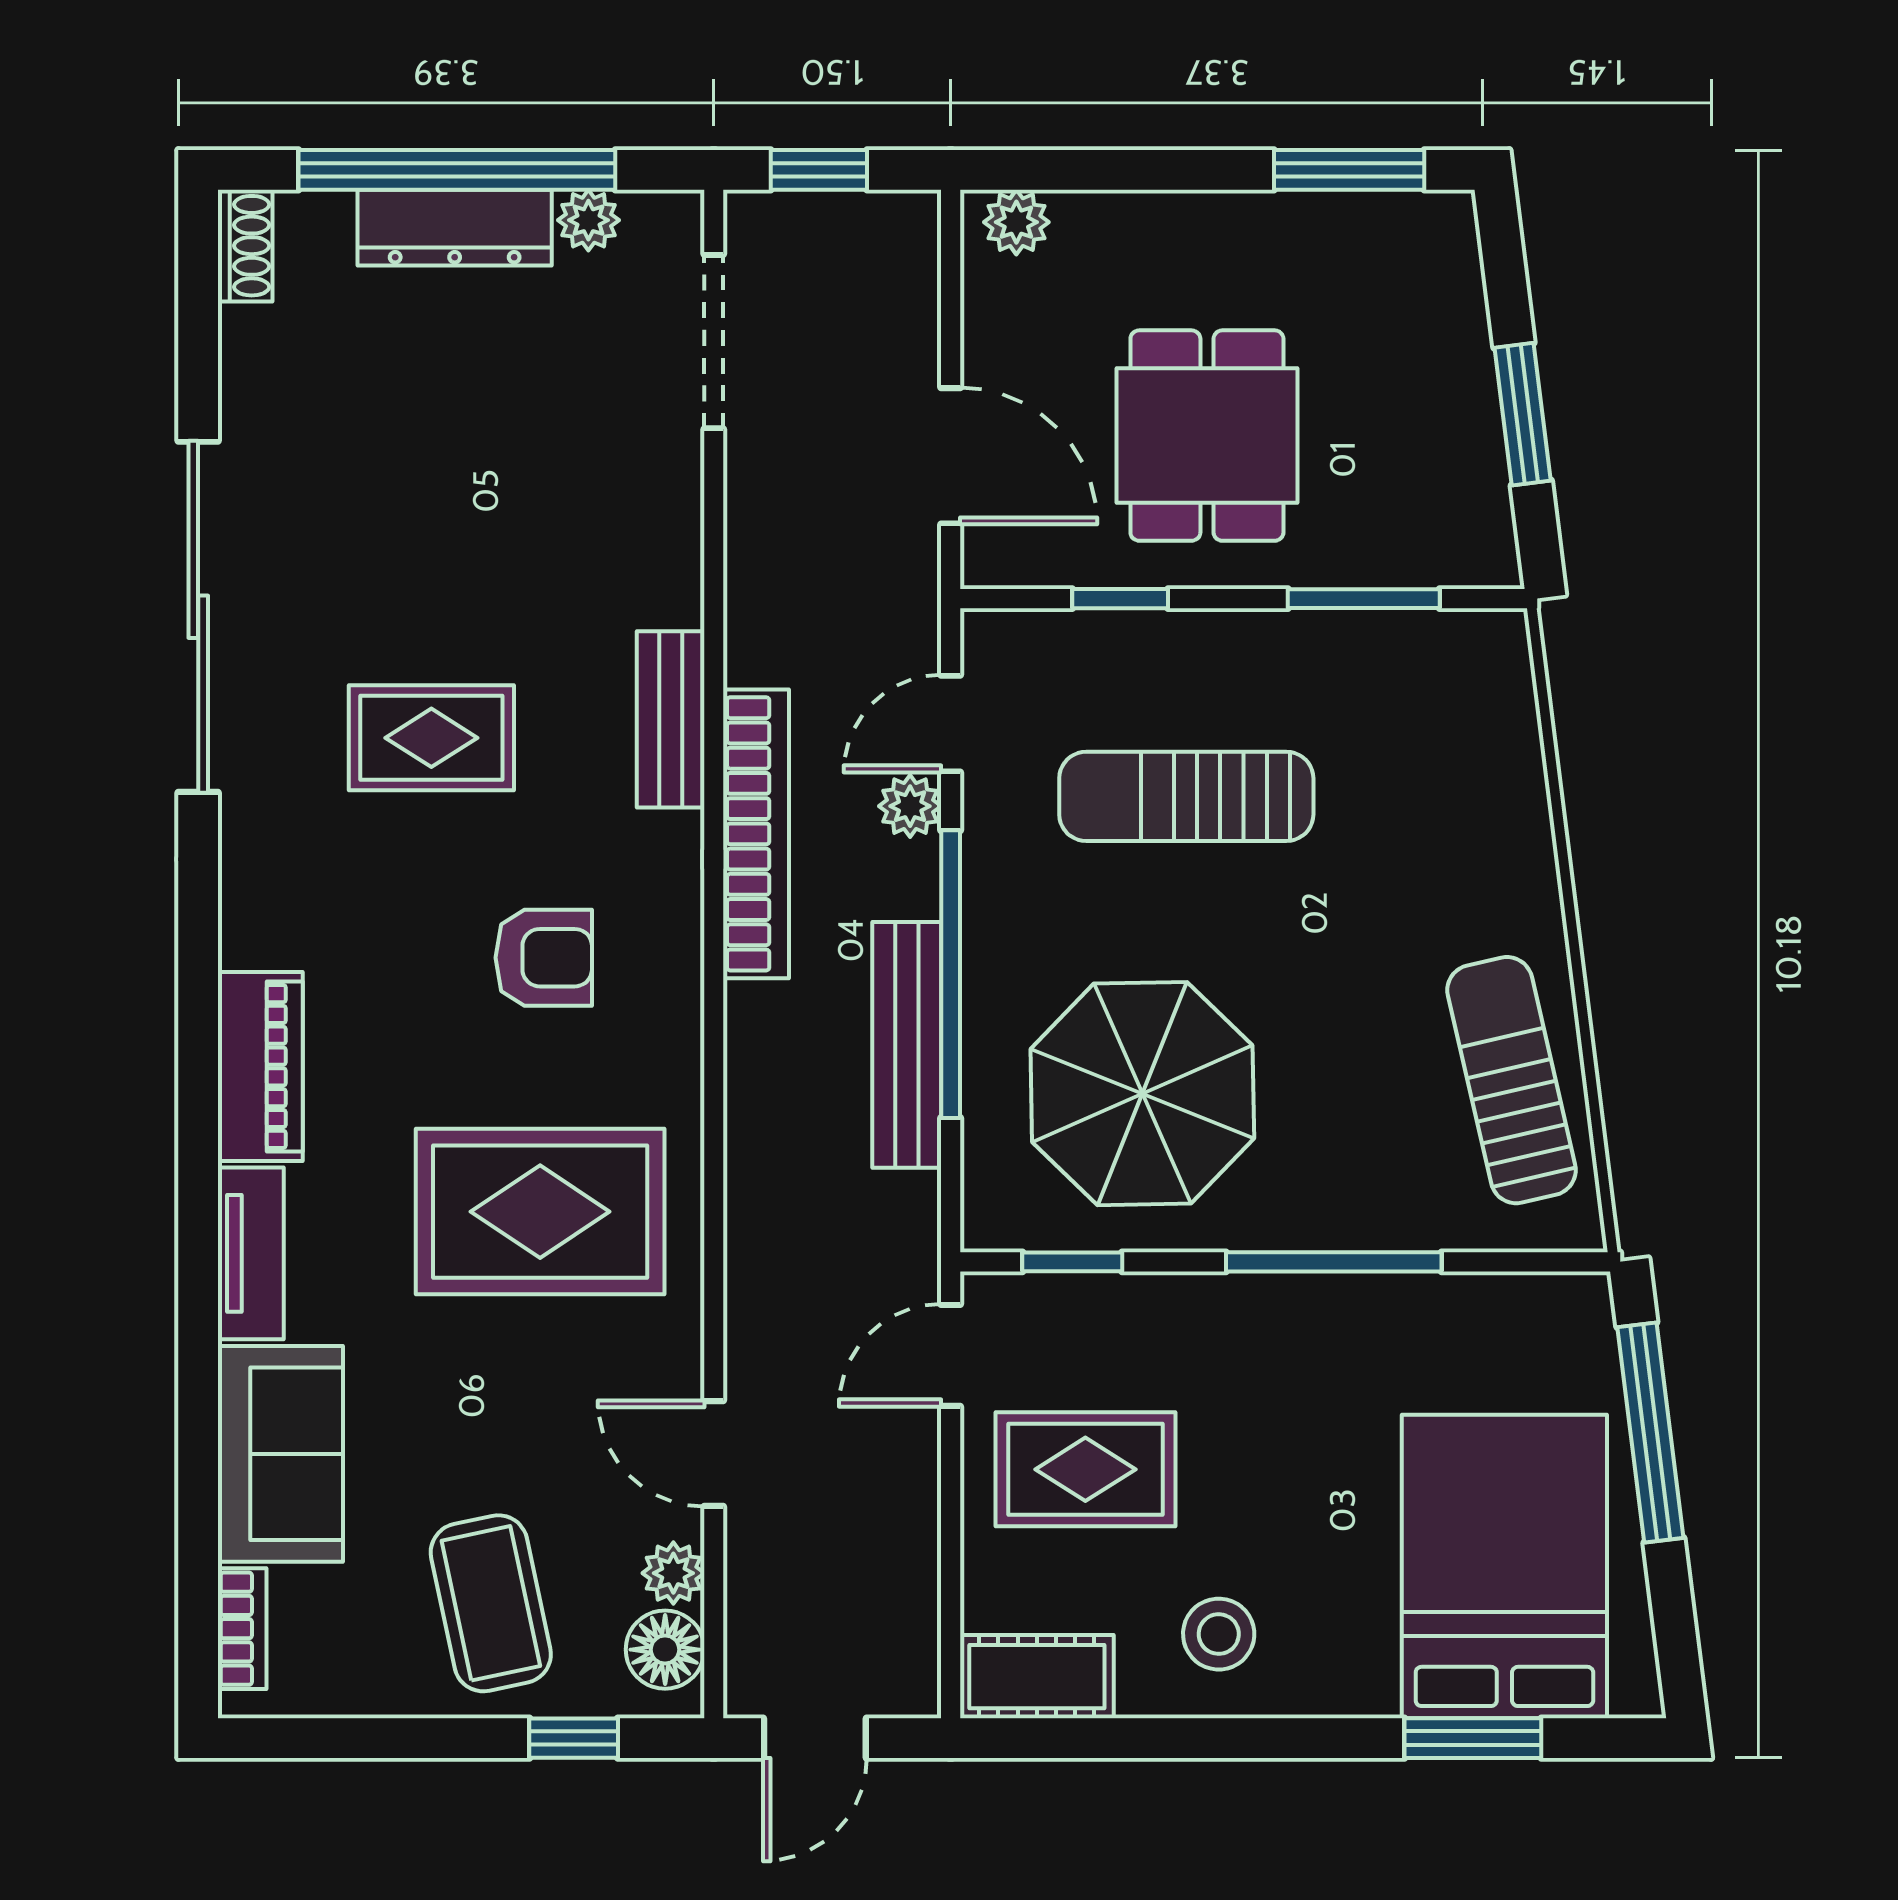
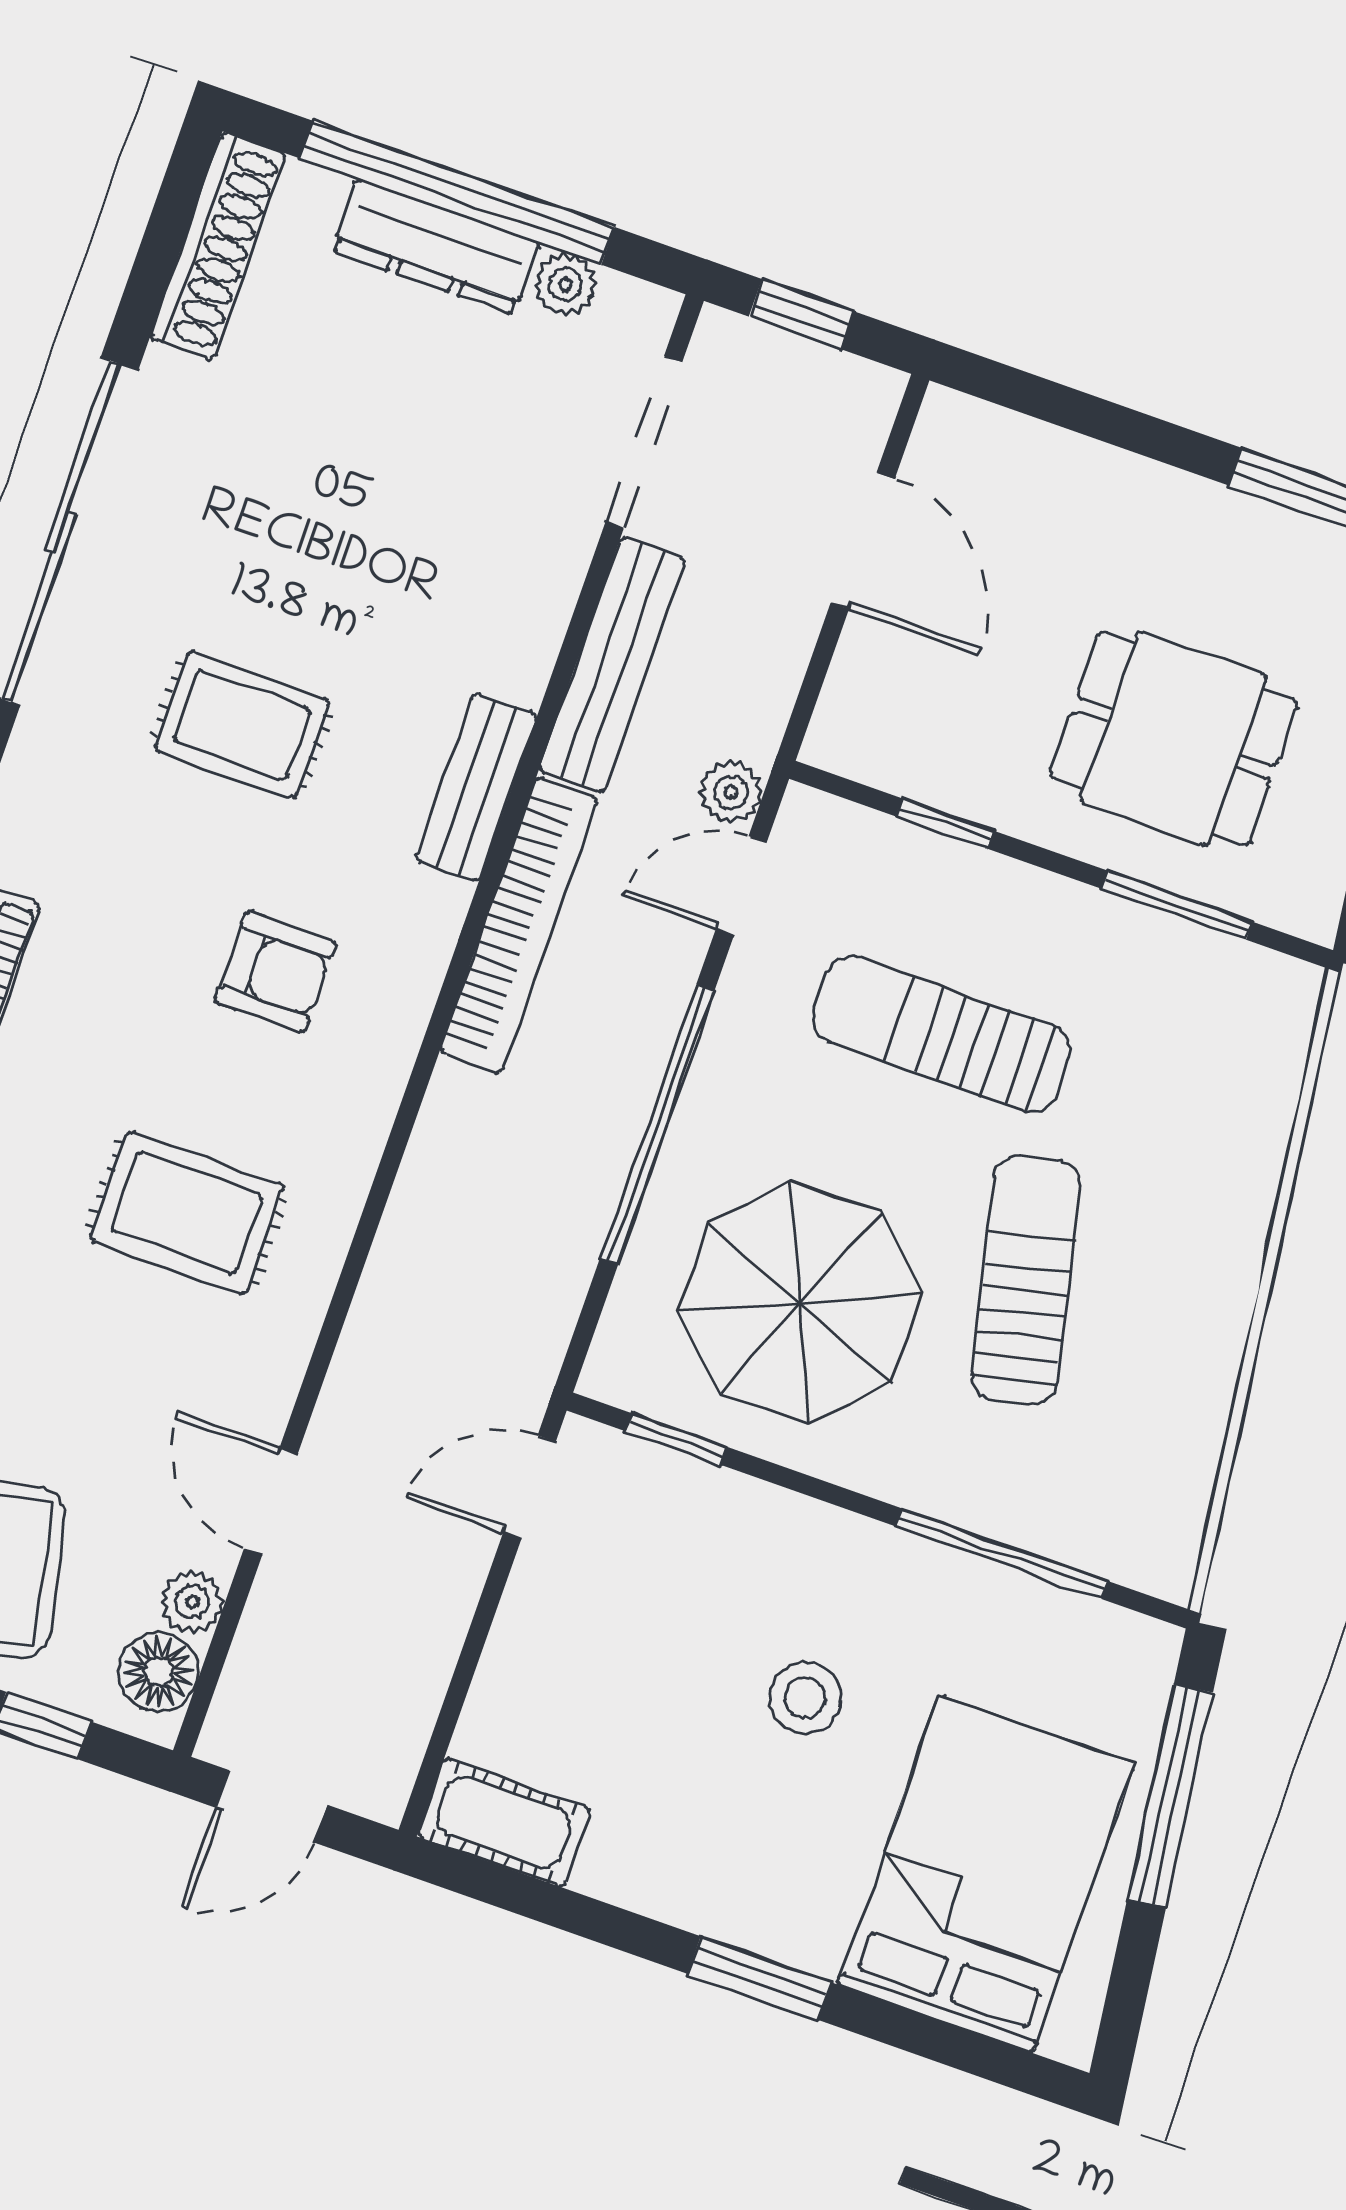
plant: (1016, 222) -> (972, 430), removed
shoe rack: (245, 246) -> (218, 246), width x1.94, depth x1.24
dining table: (1207, 436) -> (1174, 739), moved, turned 90
door: (951, 456) -> (863, 541), moved
plant: (910, 806) -> (731, 792), moved
bench: (907, 1045) -> (612, 665), moved
sun lounger: (1512, 1080) -> (1026, 1280), moved
rug: (540, 1212) -> (187, 1213), width x0.73, depth x0.70
window: (1334, 1262) -> (1002, 1554), moved
rug: (1085, 1469) -> (620, 1641), removed
stool: (1219, 1634) -> (805, 1698), moved
window: (1473, 1738) -> (759, 1978), moved

